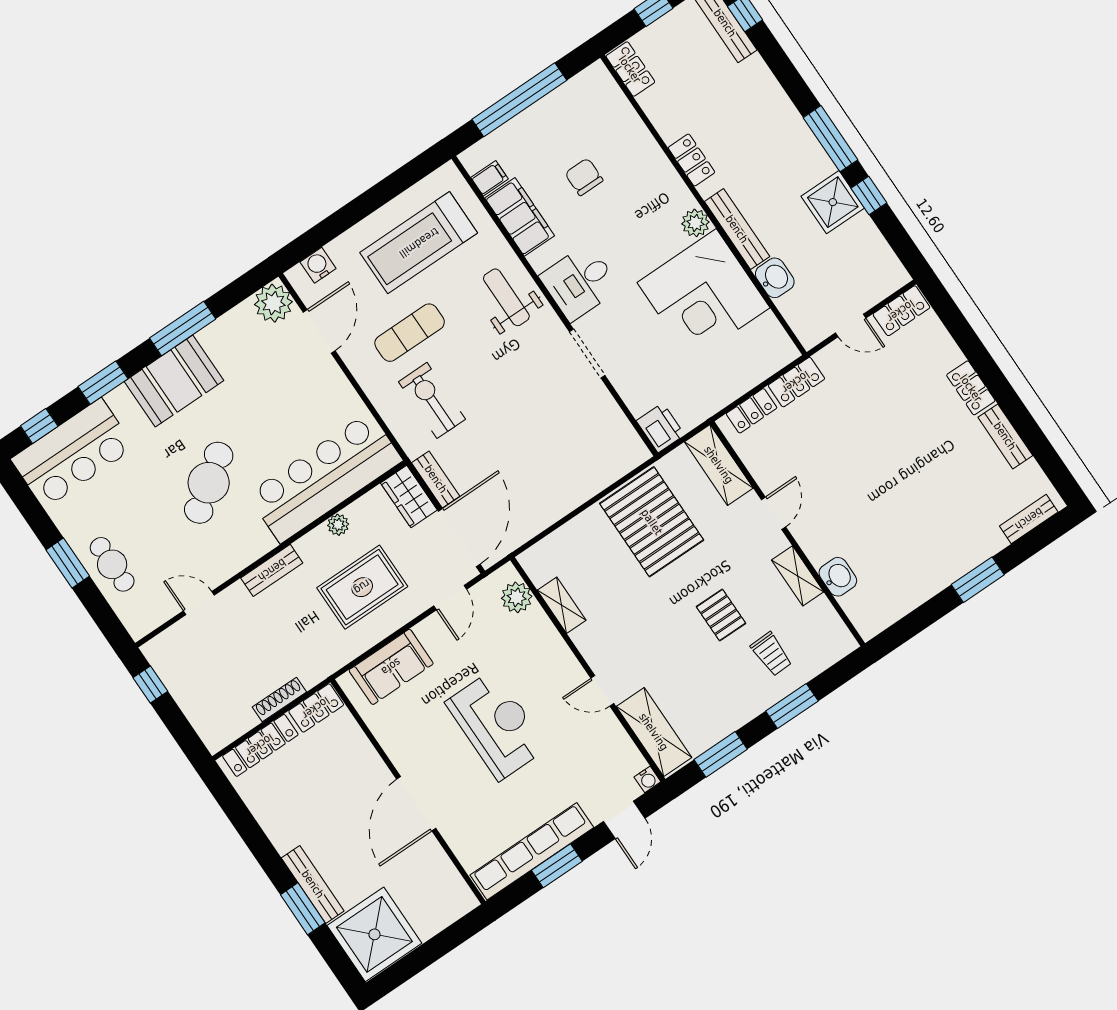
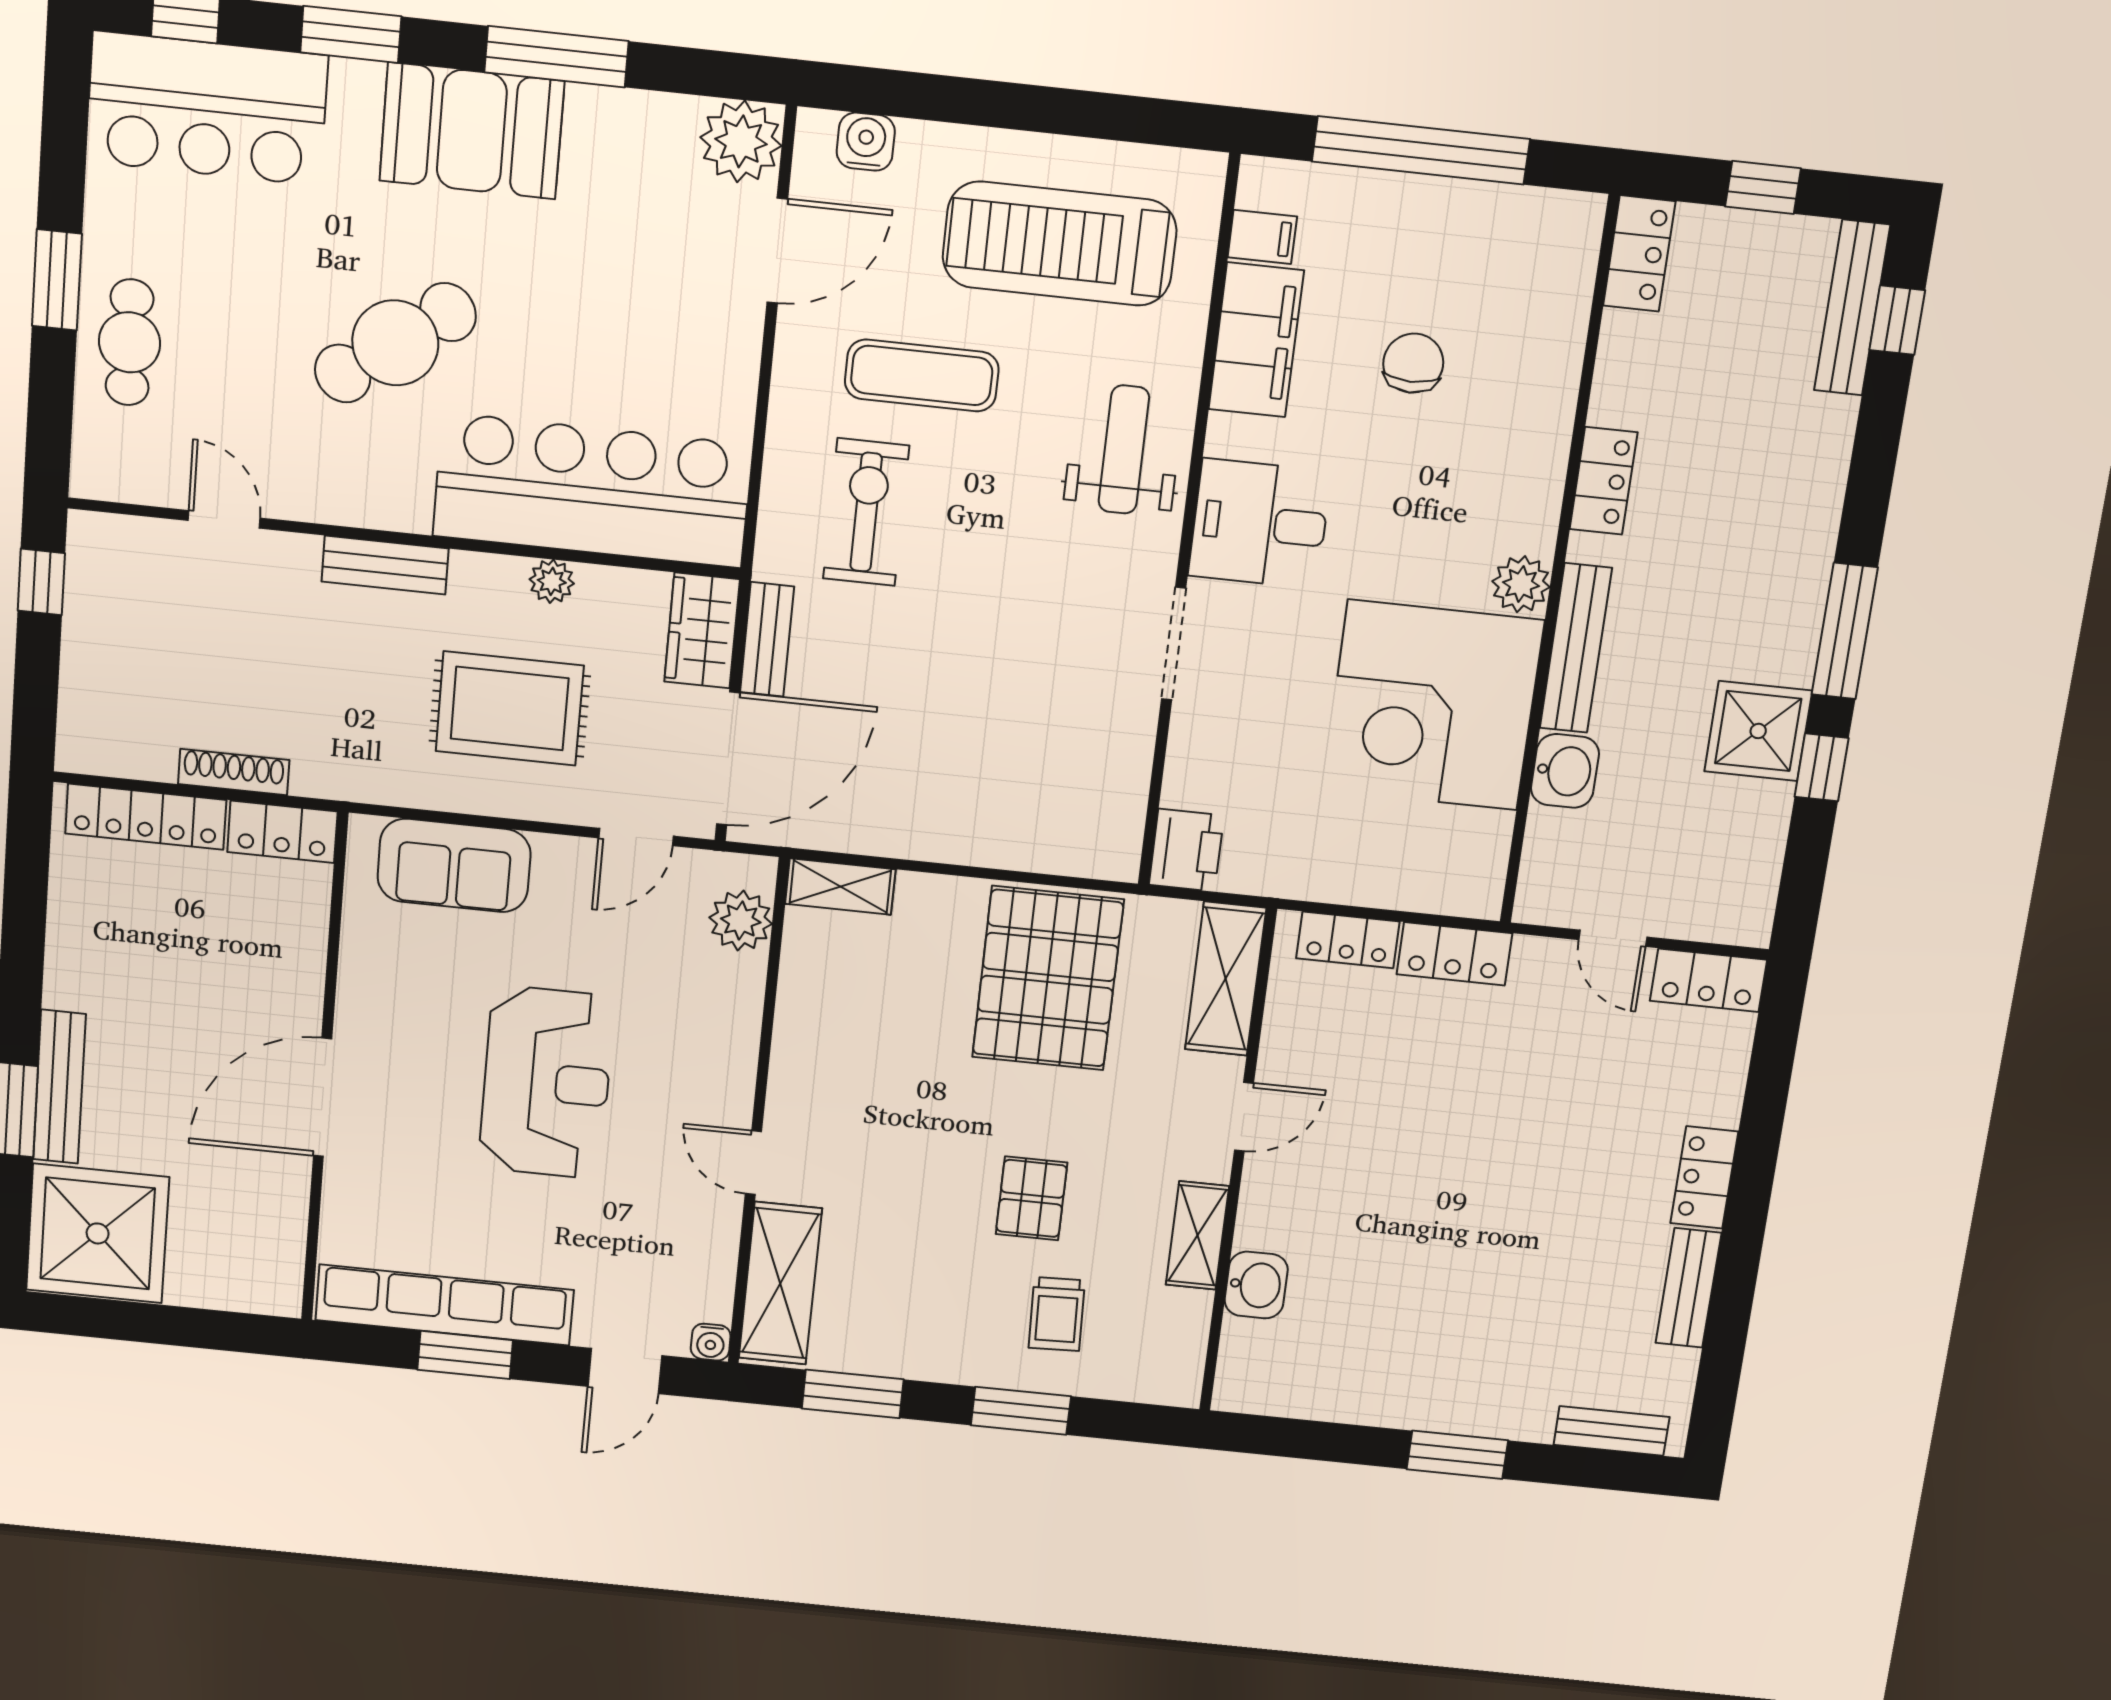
shelving: (562, 605) -> (840, 887), moved, turned 90

